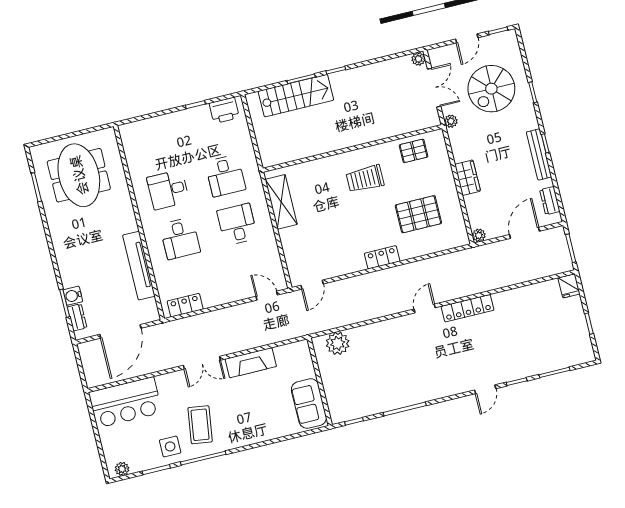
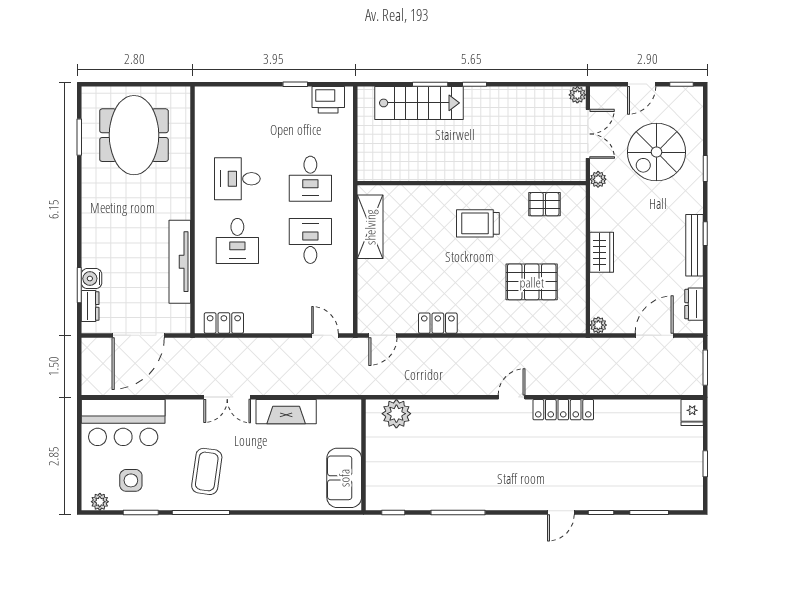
locker: (382, 257) -> (438, 323), moved
side table: (170, 446) -> (131, 480), moved

